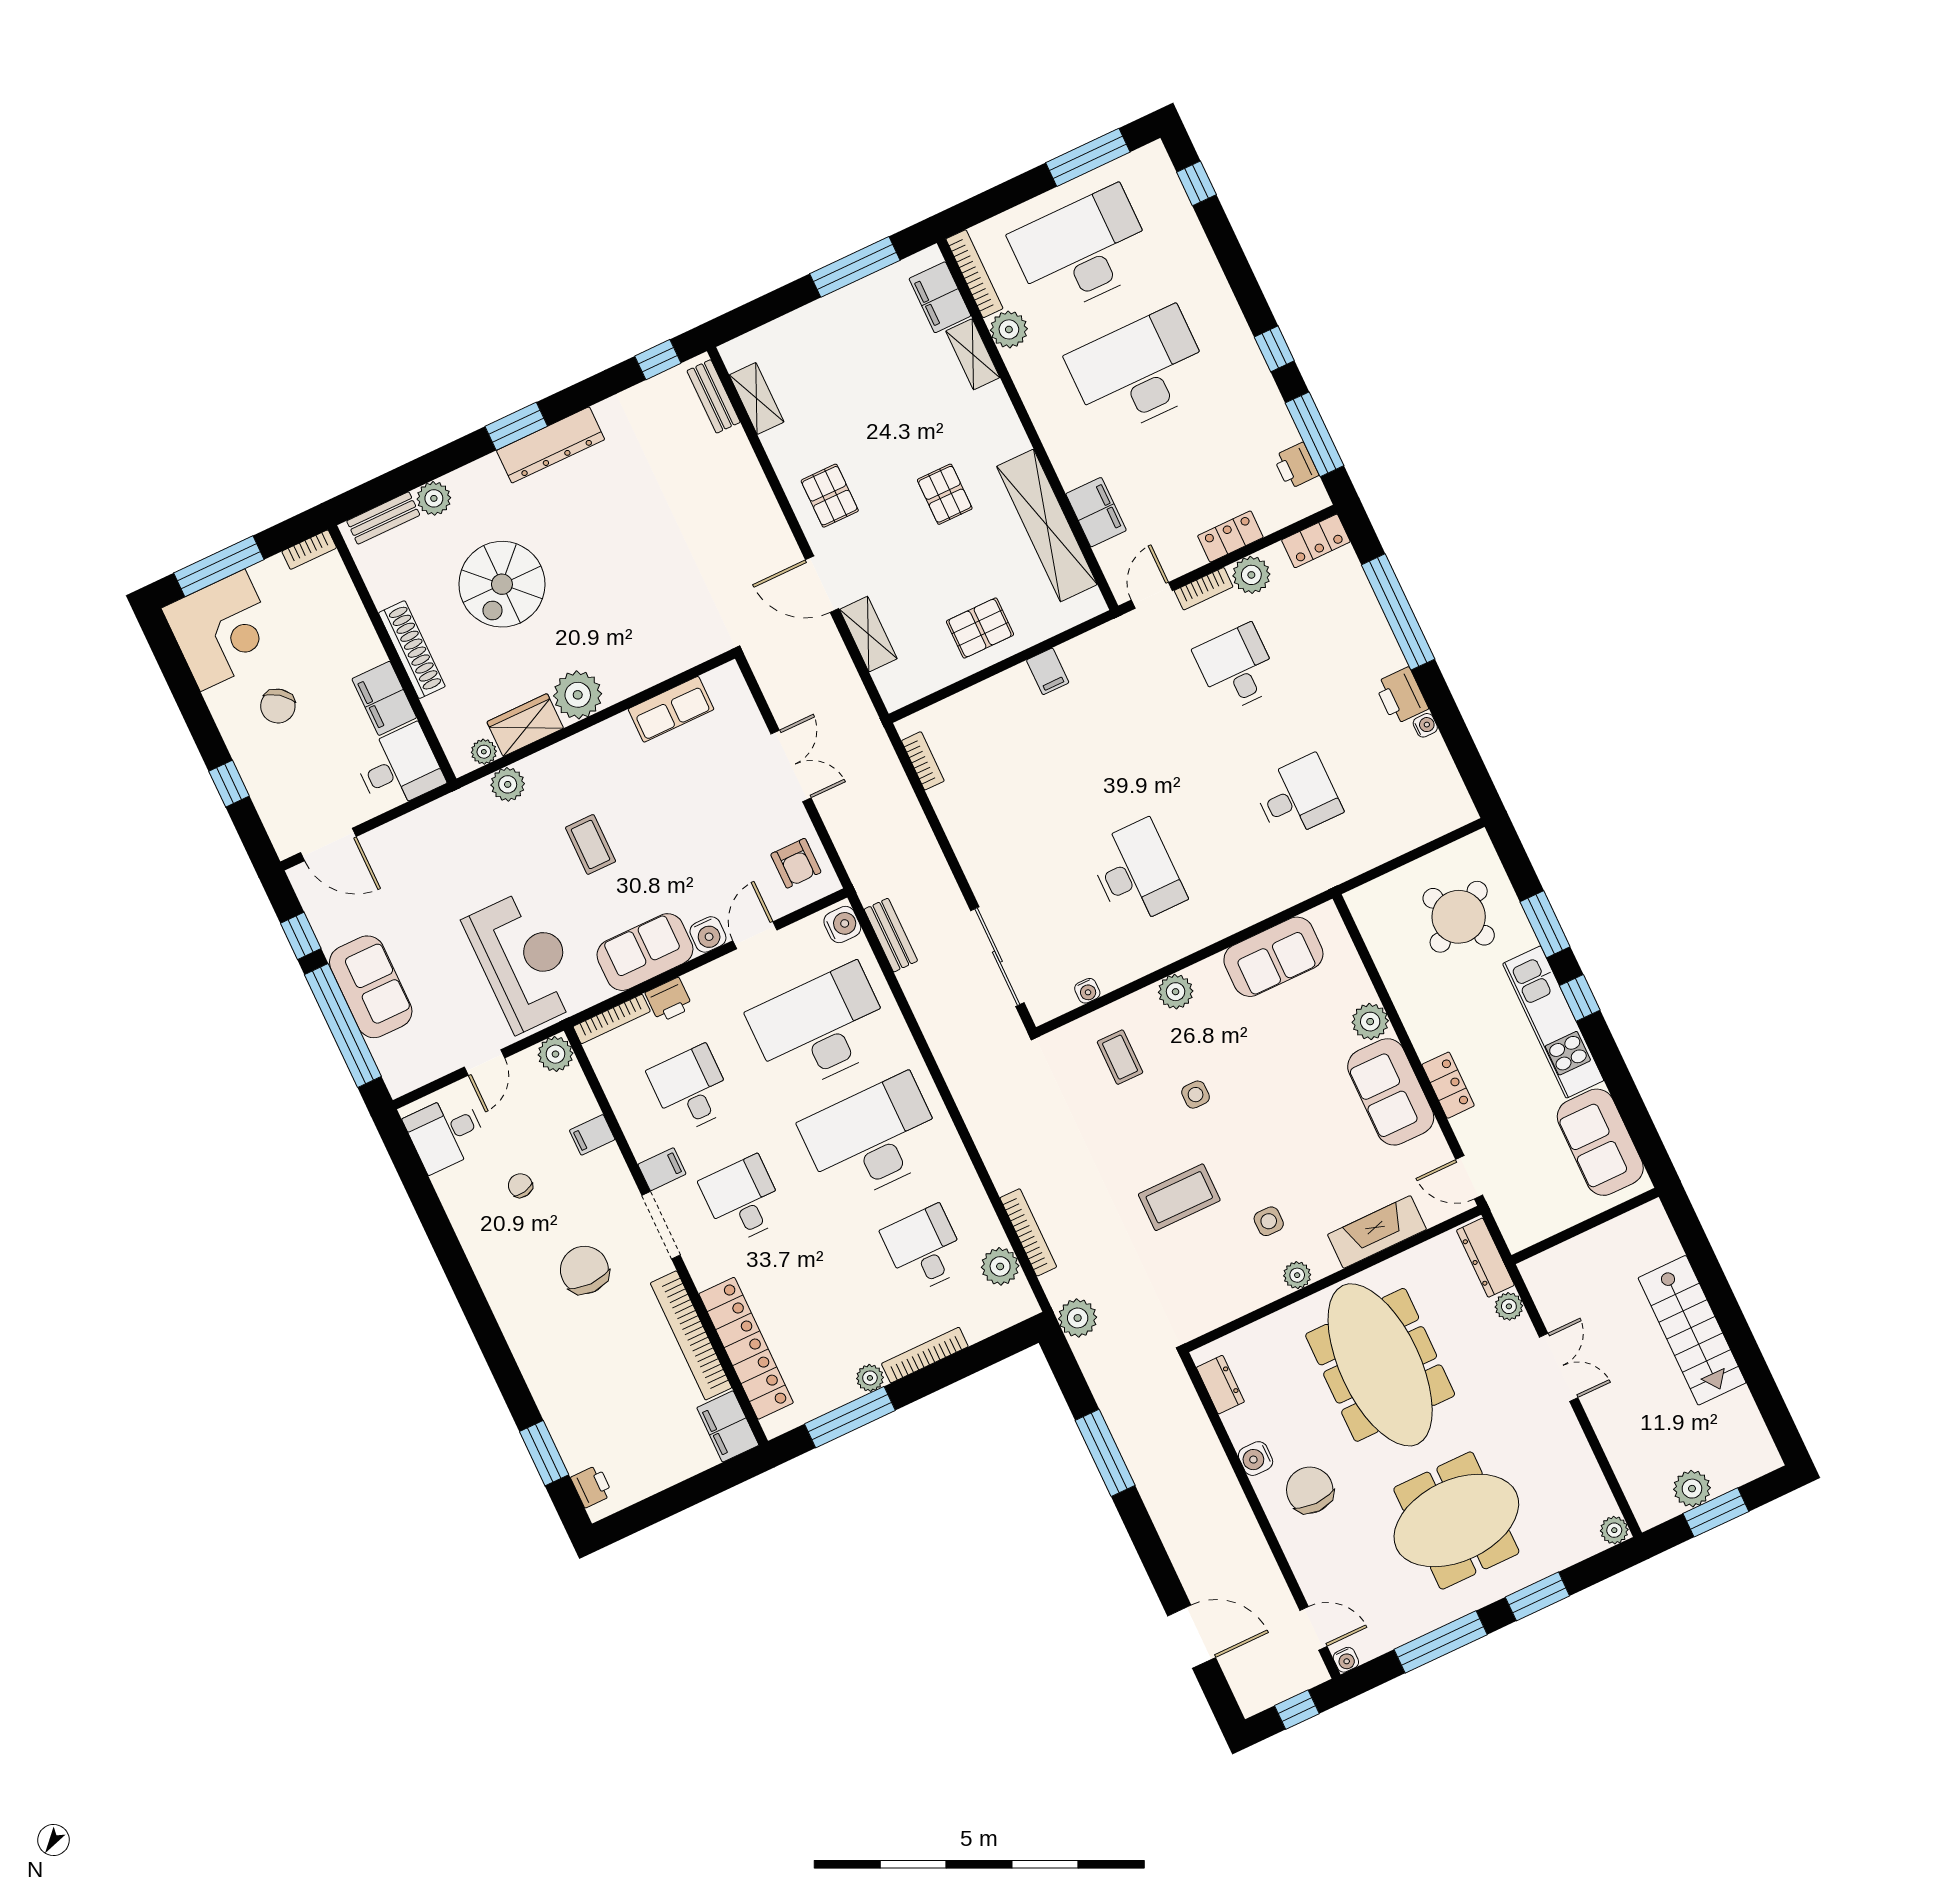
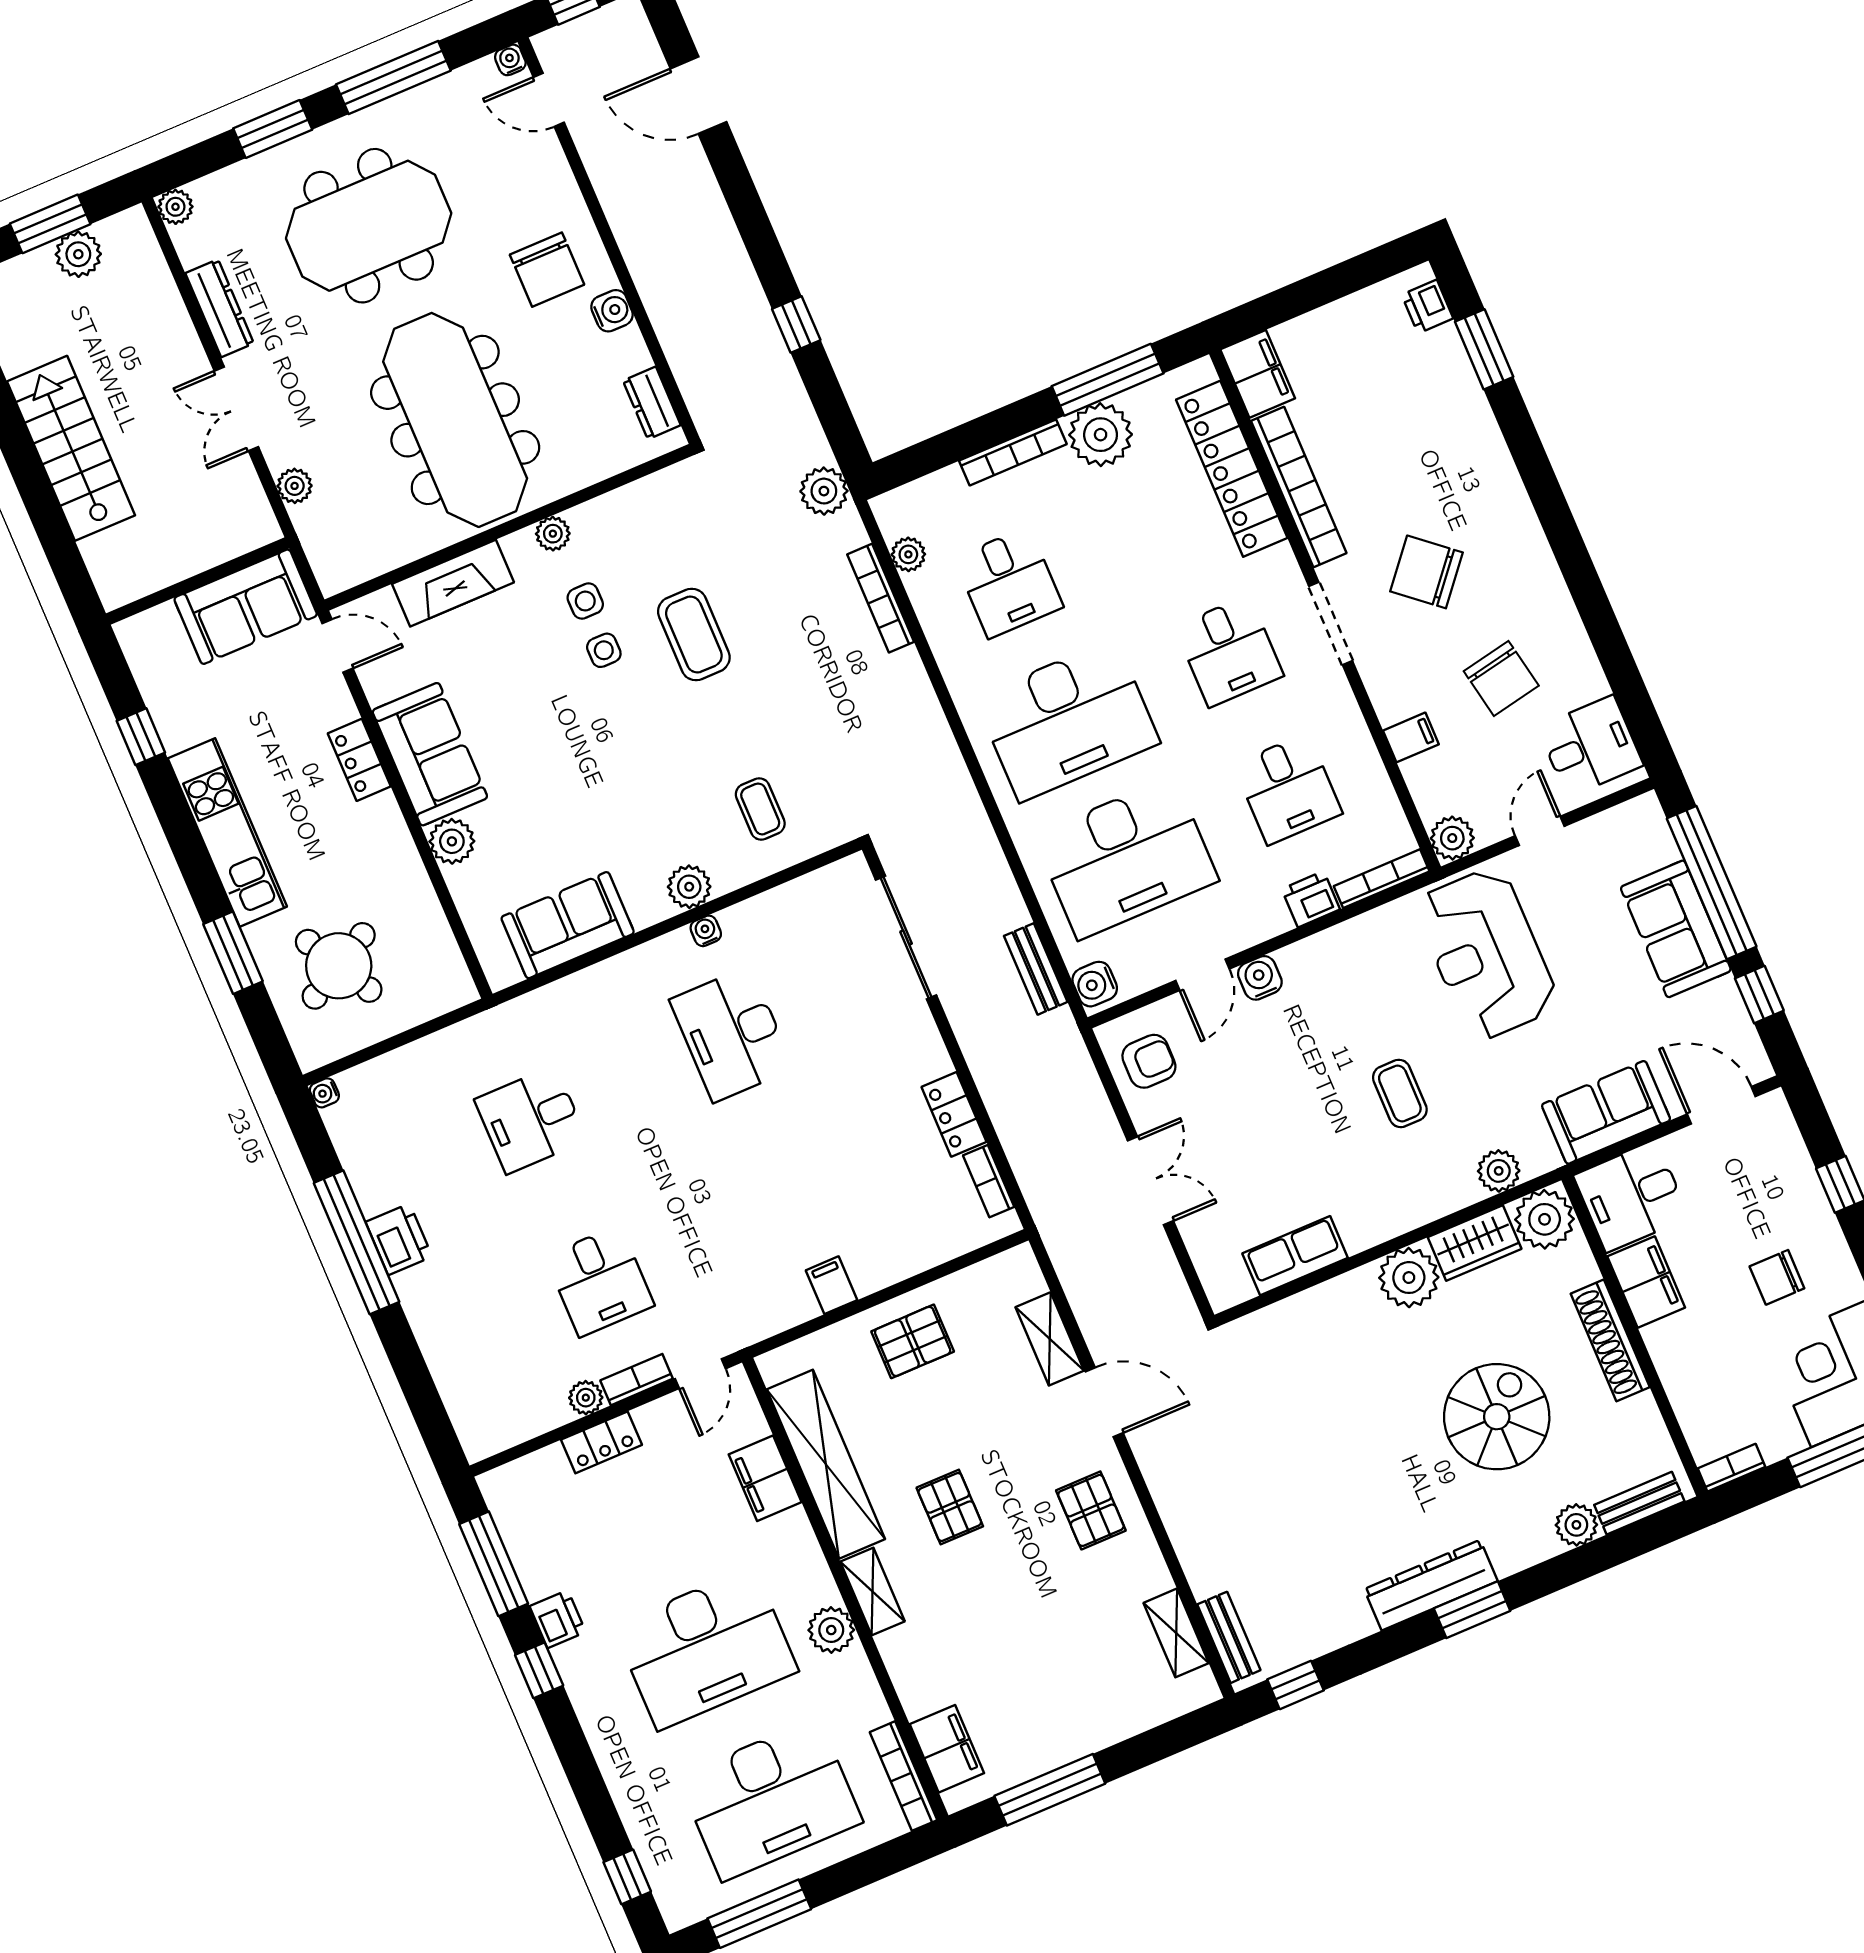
plant: (1009, 329) -> (831, 1630), moved
shelving: (973, 354) -> (873, 1592), moved
printer: (1296, 466) -> (558, 1619), moved
locker: (1316, 541) -> (954, 1114), moved, turned -90
plant: (1251, 575) -> (586, 1398), width x0.73, depth x0.73
window: (1398, 612) -> (357, 1242), moved
chair: (278, 706) -> (1777, 1277), turned -127
water cooler: (1425, 725) -> (324, 1093), moved
plant: (484, 752) -> (1545, 1219), width x1.87, depth x1.87
double door: (791, 766) -> (1150, 1181), swing flipped
armchair: (796, 863) -> (1149, 1061), turned 90
sofa: (645, 952) -> (1606, 1112), moved, turned 180
water cooler: (1087, 991) -> (706, 931), moved
window: (1580, 998) -> (141, 737), moved
side table: (1196, 1095) -> (604, 650), moved
sofa: (1600, 1142) -> (246, 607), moved, turned 90
filing cabinet: (662, 1169) -> (1327, 692), removed
chair: (520, 1186) -> (1501, 678), width x1.87, depth x1.87
coffee table: (1179, 1197) -> (694, 635), turned 90
dresser: (1485, 1258) -> (220, 308), moved
plant: (1000, 1266) -> (908, 554), width x0.73, depth x0.73
chair: (584, 1270) -> (1426, 572), turned 130
plant: (870, 1378) -> (1101, 435), width x1.87, depth x1.87
window: (1105, 1453) -> (796, 324), width x0.46

